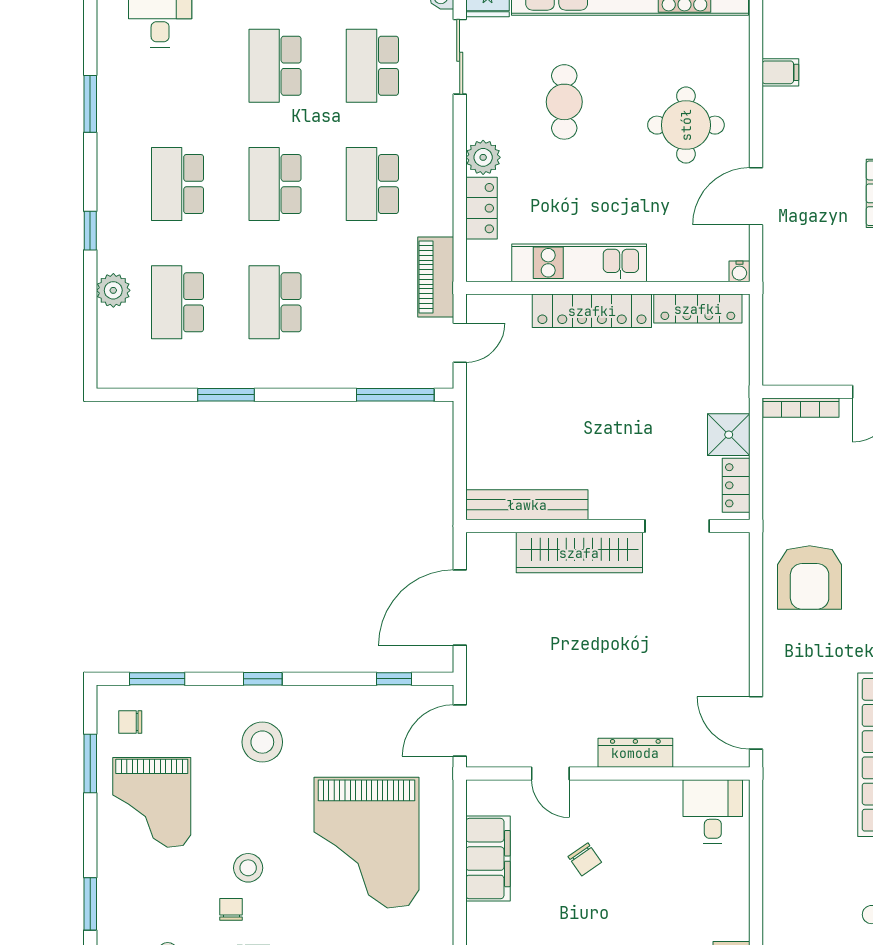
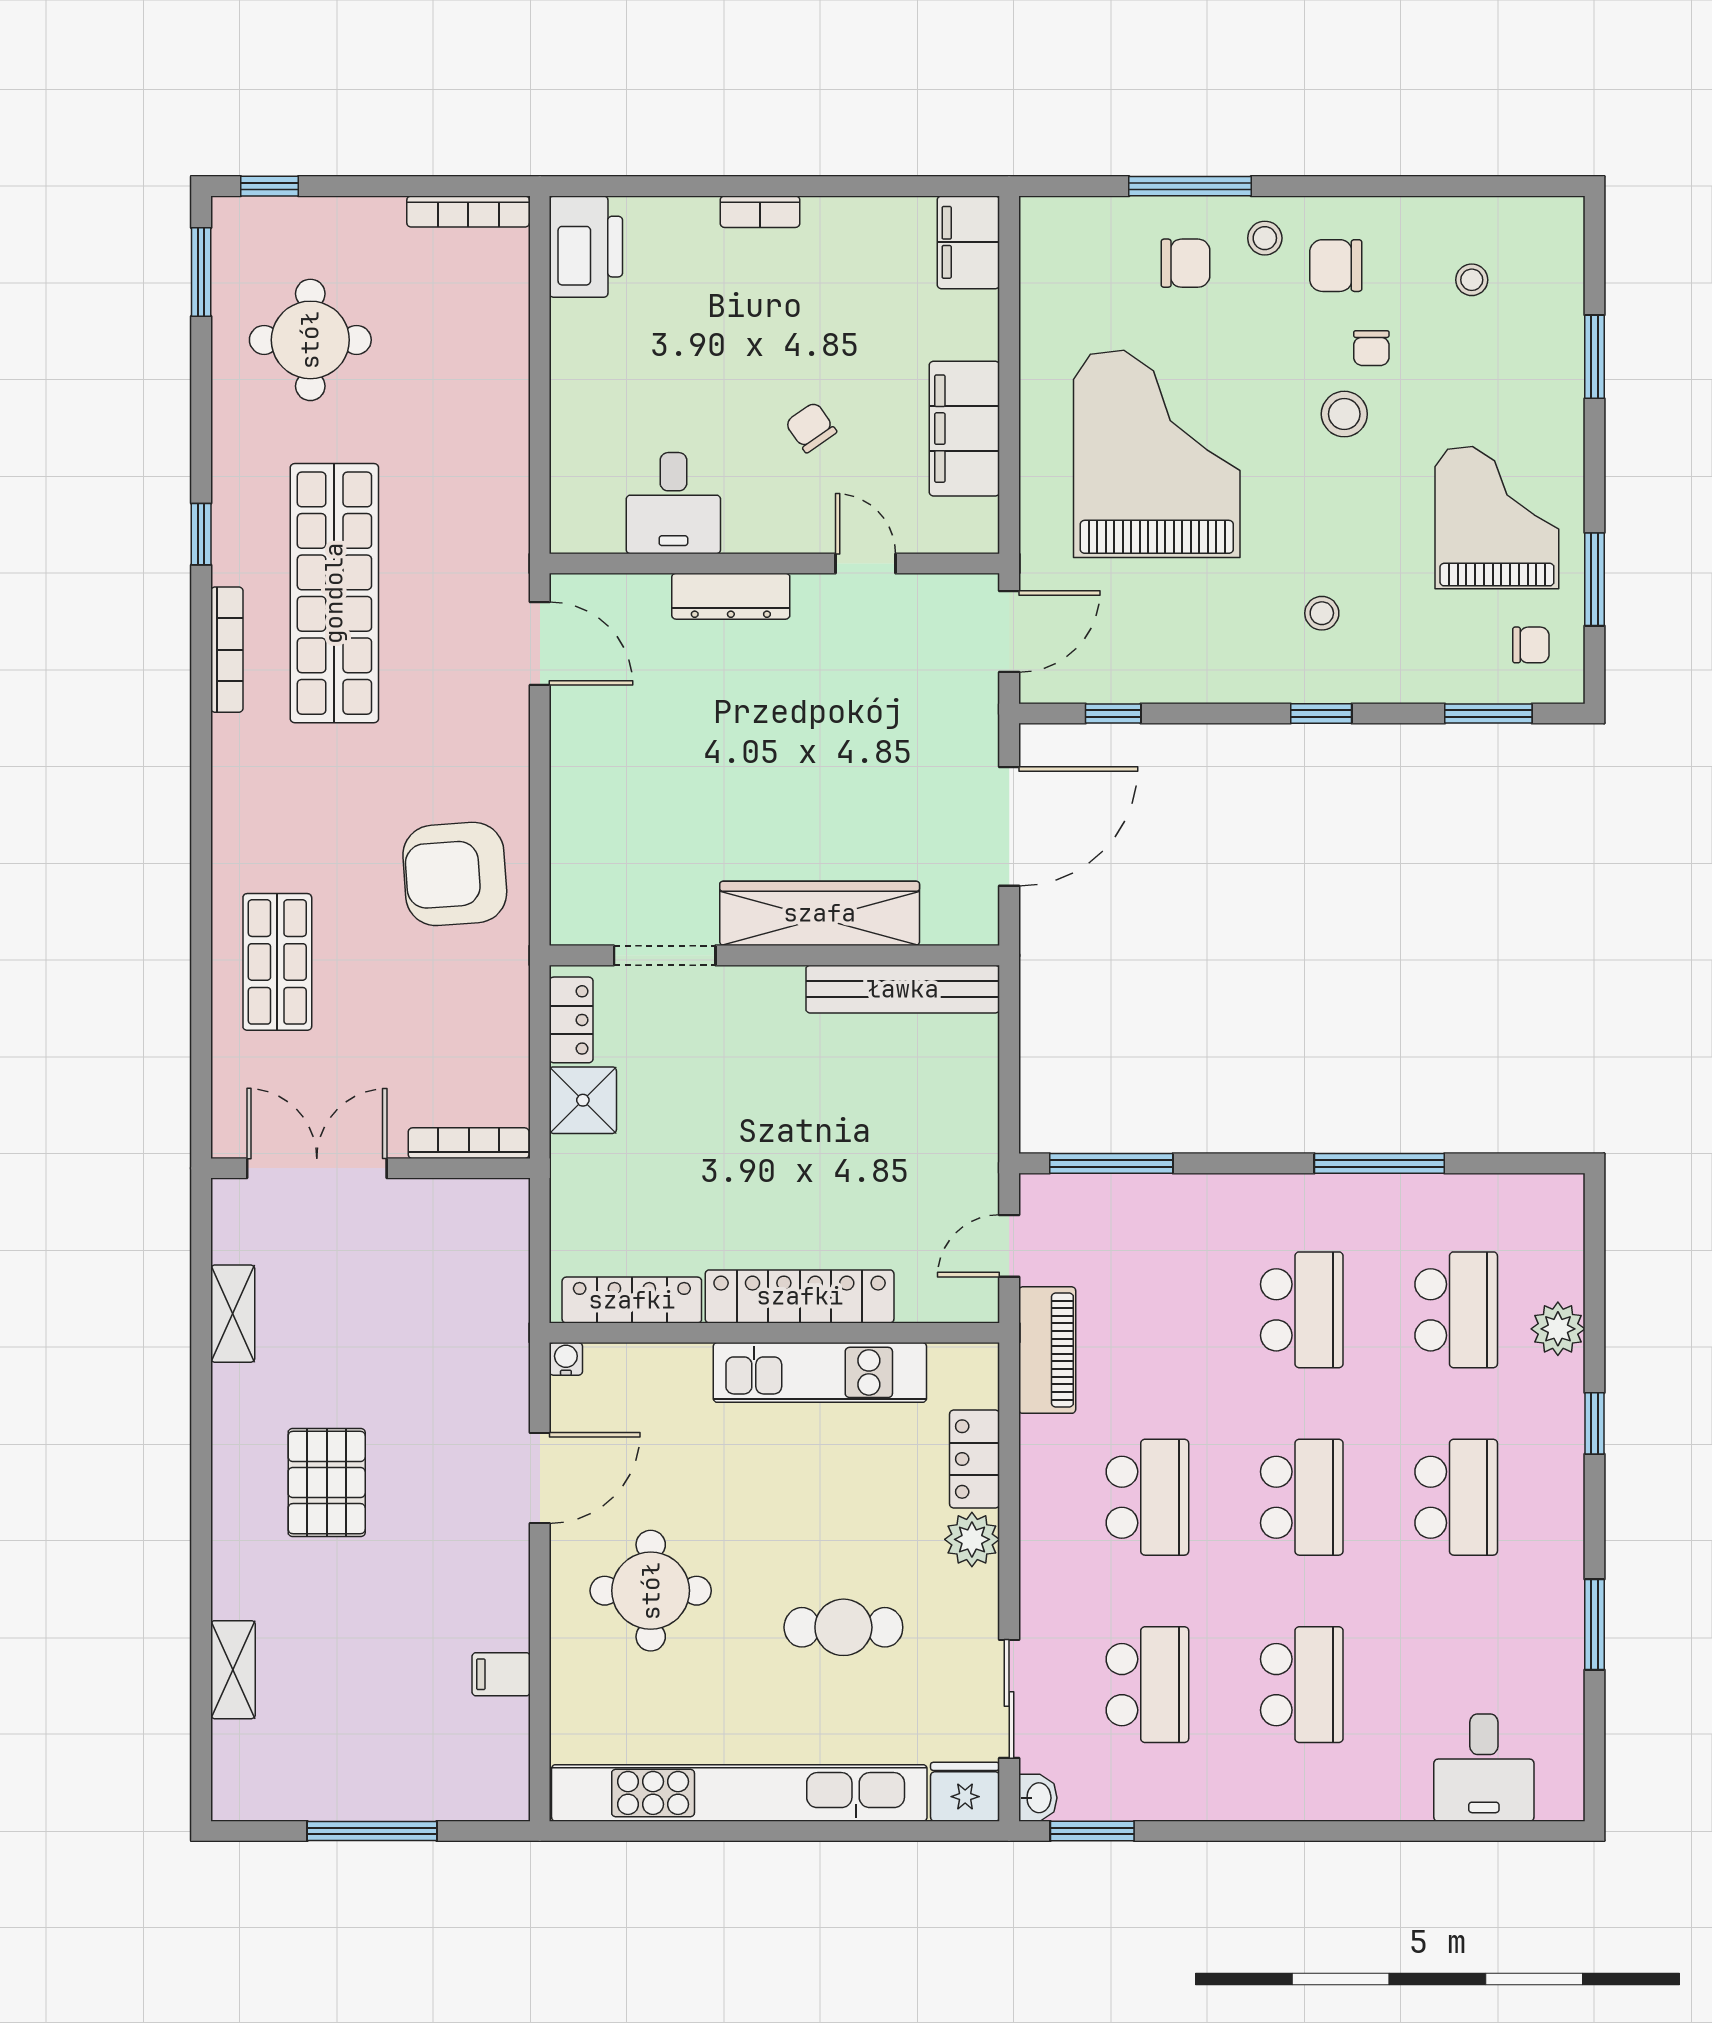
cafe table: (564, 102) -> (843, 1627), turned 90
window: (226, 395) -> (1379, 1163), width x1.44
armchair: (810, 577) -> (455, 874), turned -94
stool: (262, 742) -> (1322, 613), width x0.53, depth x0.53
desk: (713, 812) -> (673, 503), moved

